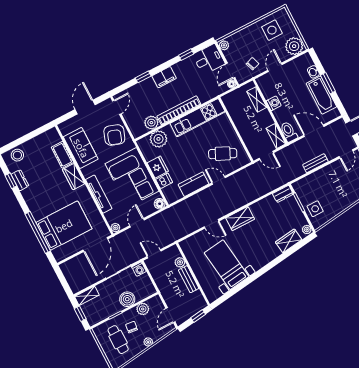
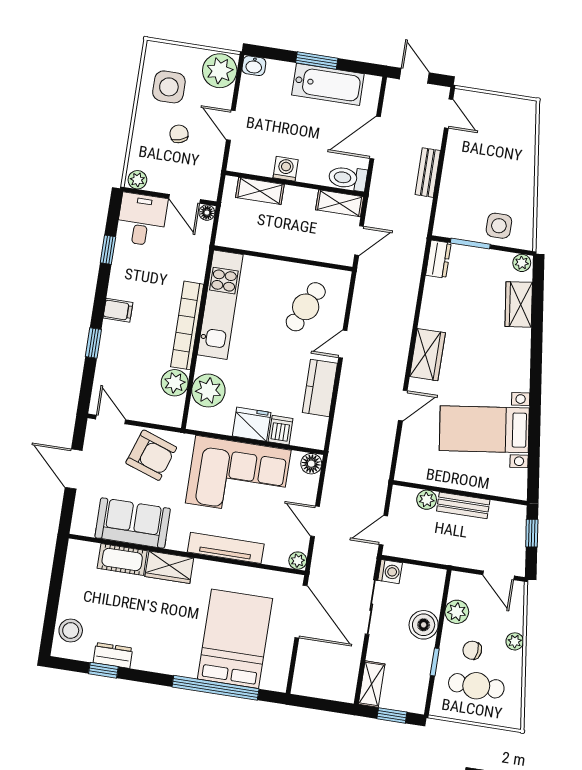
chair: (252, 64) -> (179, 134), moved
washbasin: (313, 72) -> (254, 66), moved
filing cabinet: (164, 77) -> (118, 310), width x0.50

